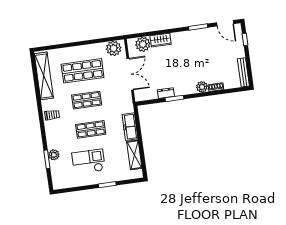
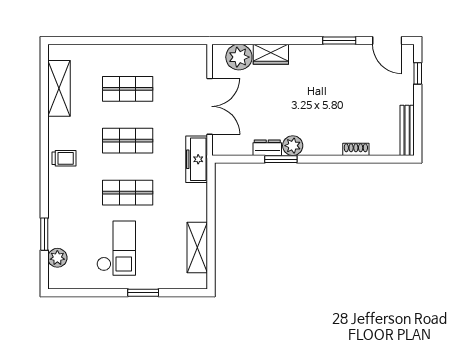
plant: (114, 48) -> (187, 57), removed
shop shelf: (83, 71) -> (128, 89), width x0.70, depth x0.74
shelving: (44, 76) -> (59, 88), width x0.68
plant: (202, 87) -> (293, 146), moved
freezer: (130, 127) -> (197, 159), moved
plant: (54, 155) -> (57, 258), moved
checkout: (89, 162) -> (116, 248), turned 90

